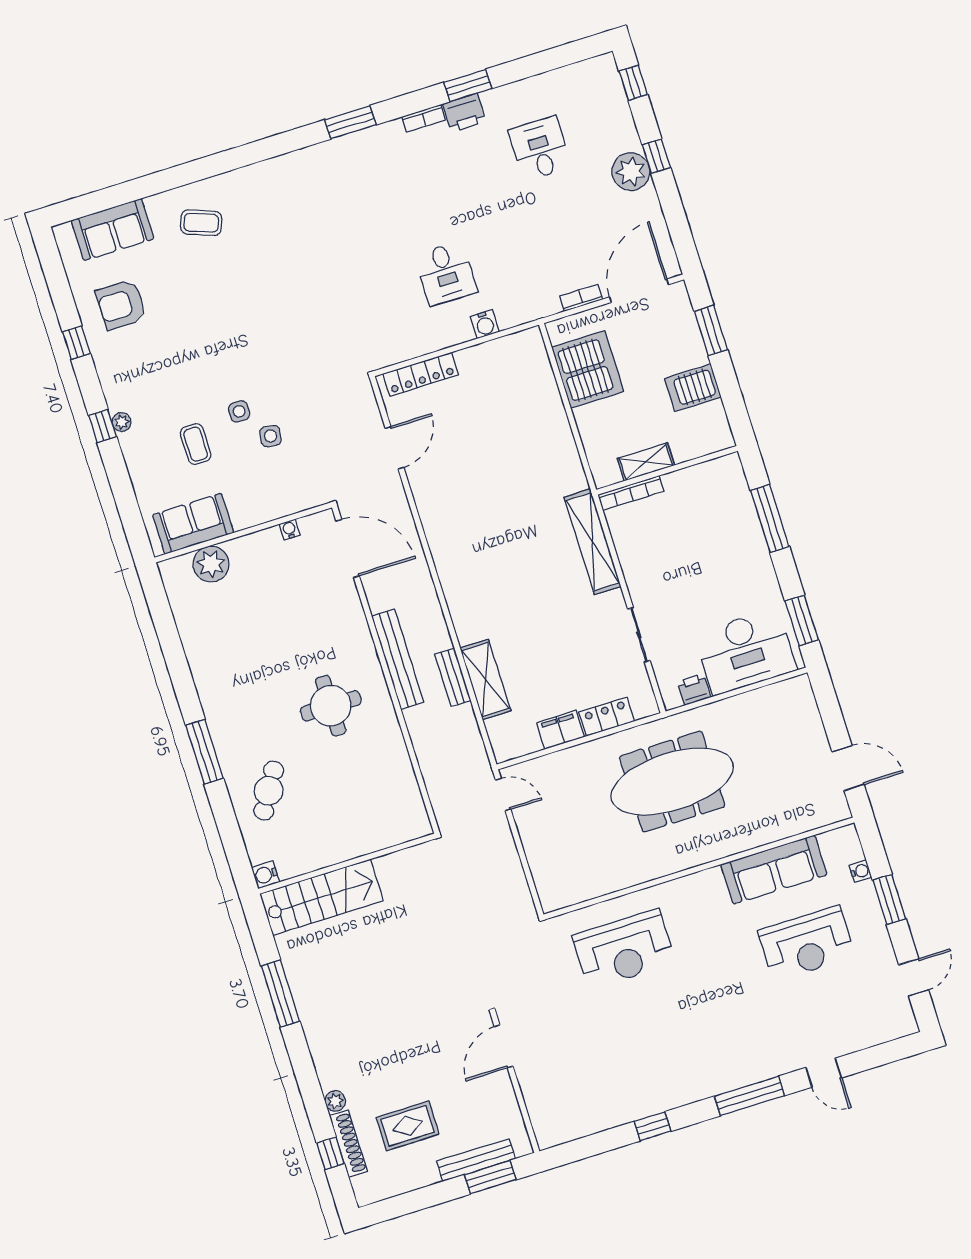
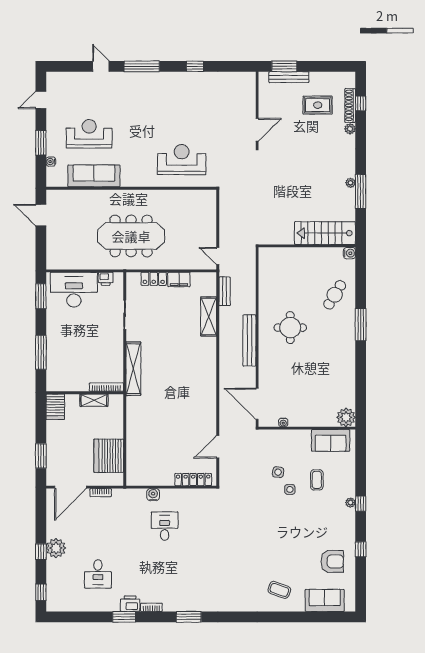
server rack: (693, 388) -> (55, 407), moved, turned 90
plant: (211, 564) -> (346, 417), moved
bench: (453, 677) -> (225, 291), moved
plant: (304, 1003) -> (350, 183), added

